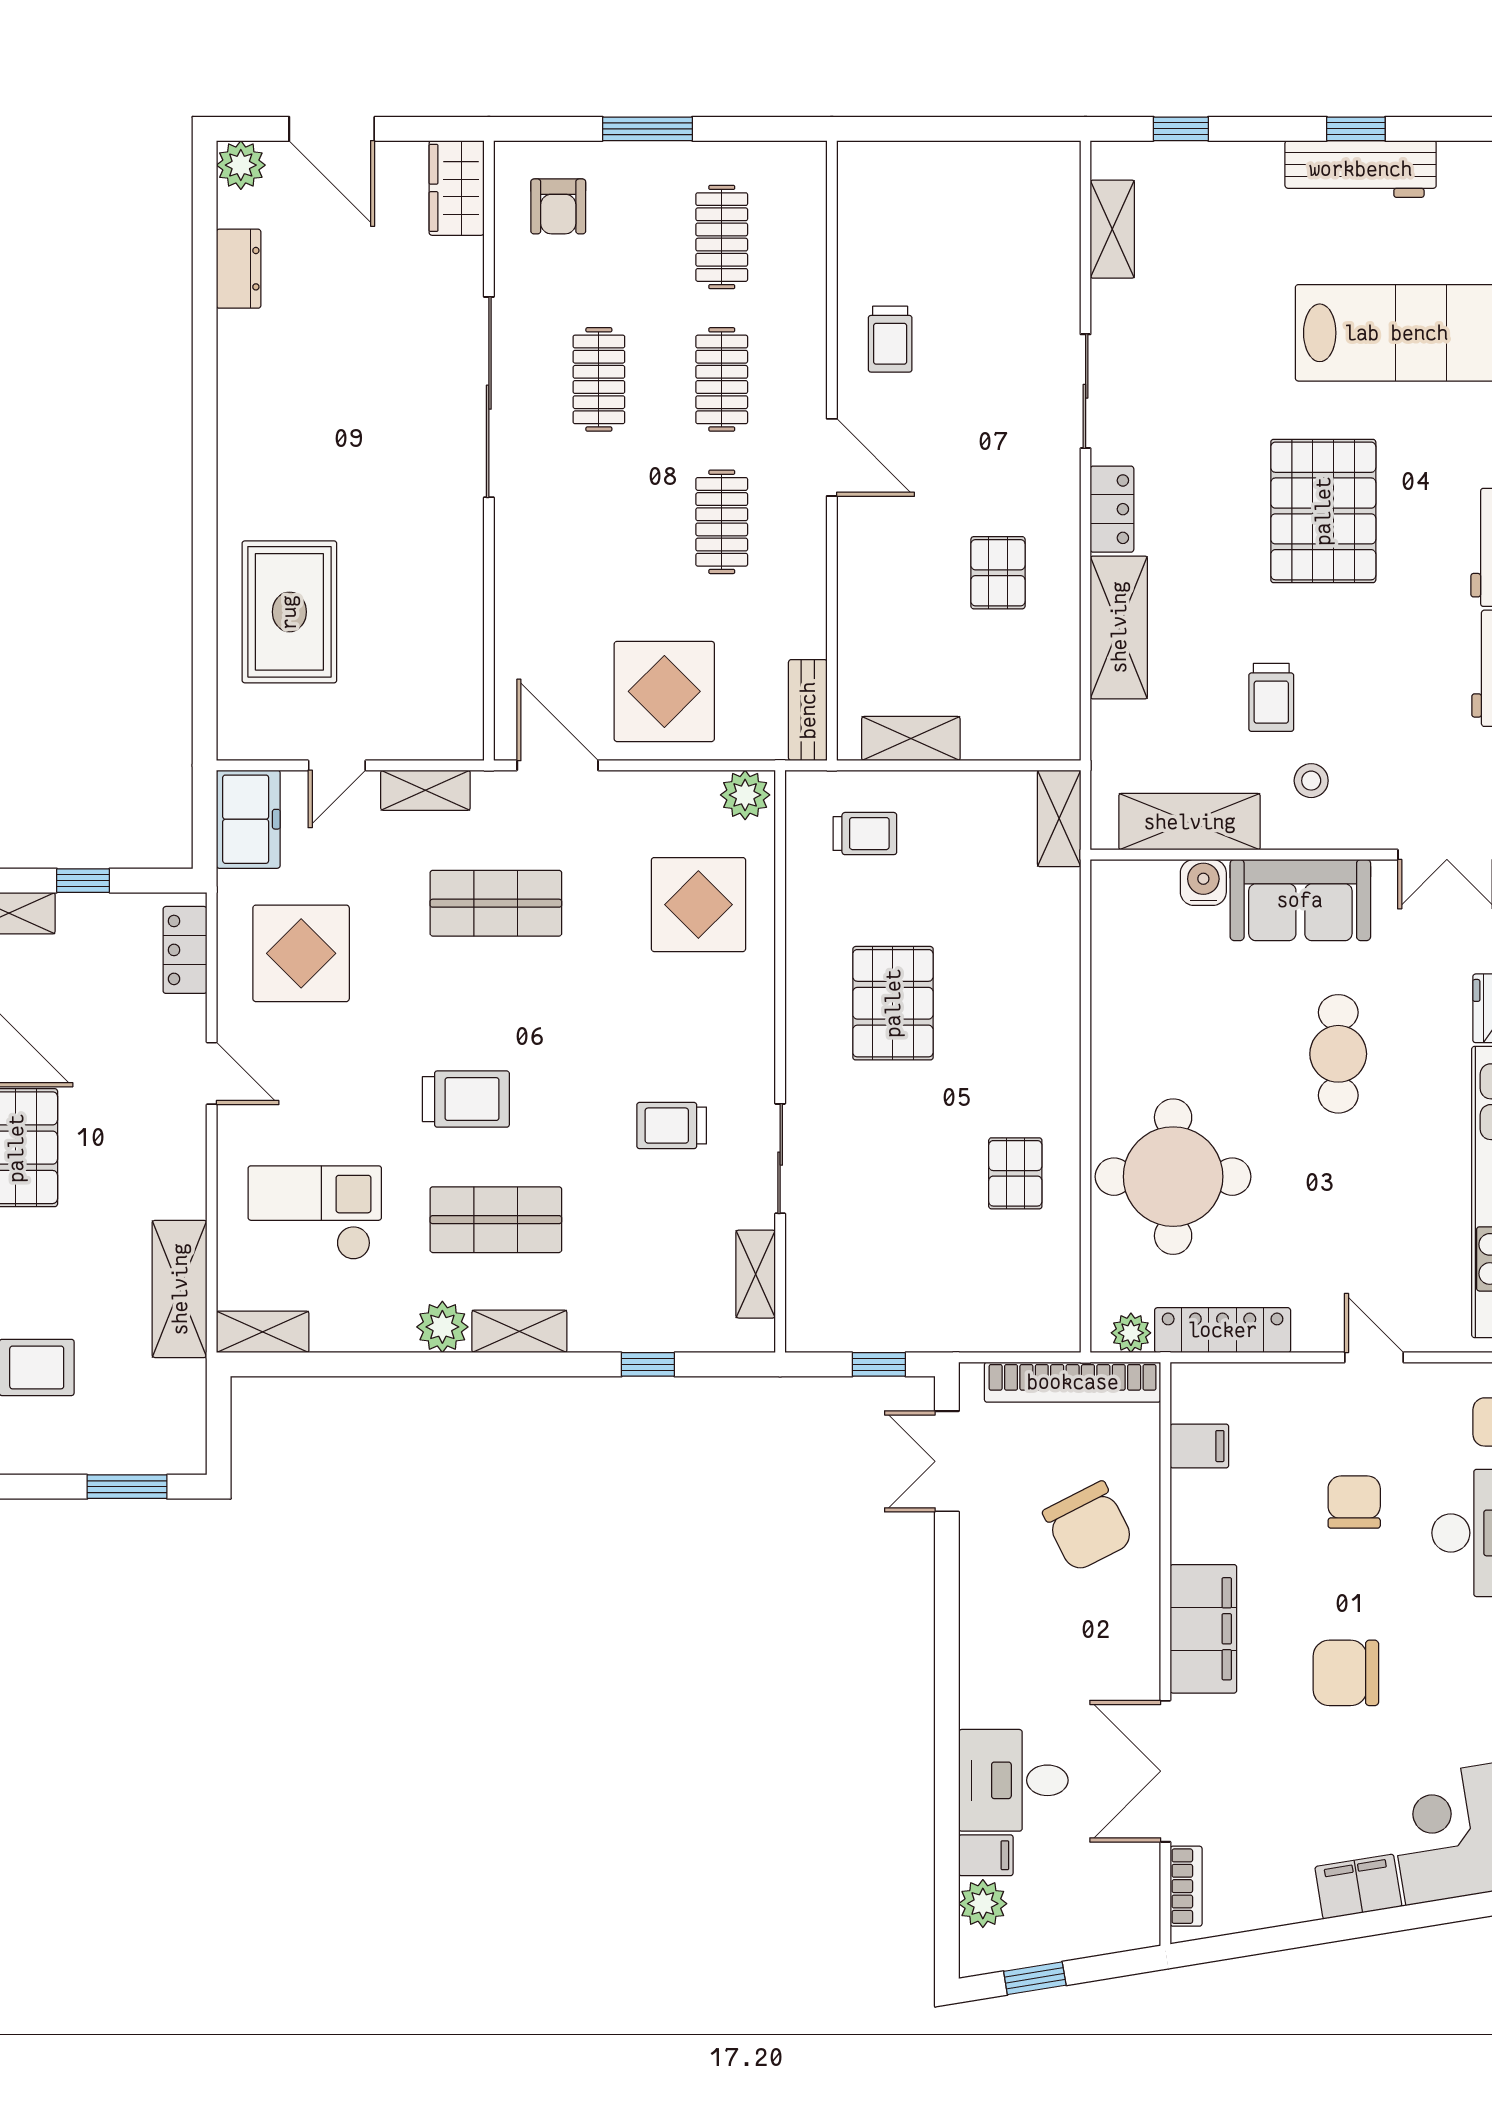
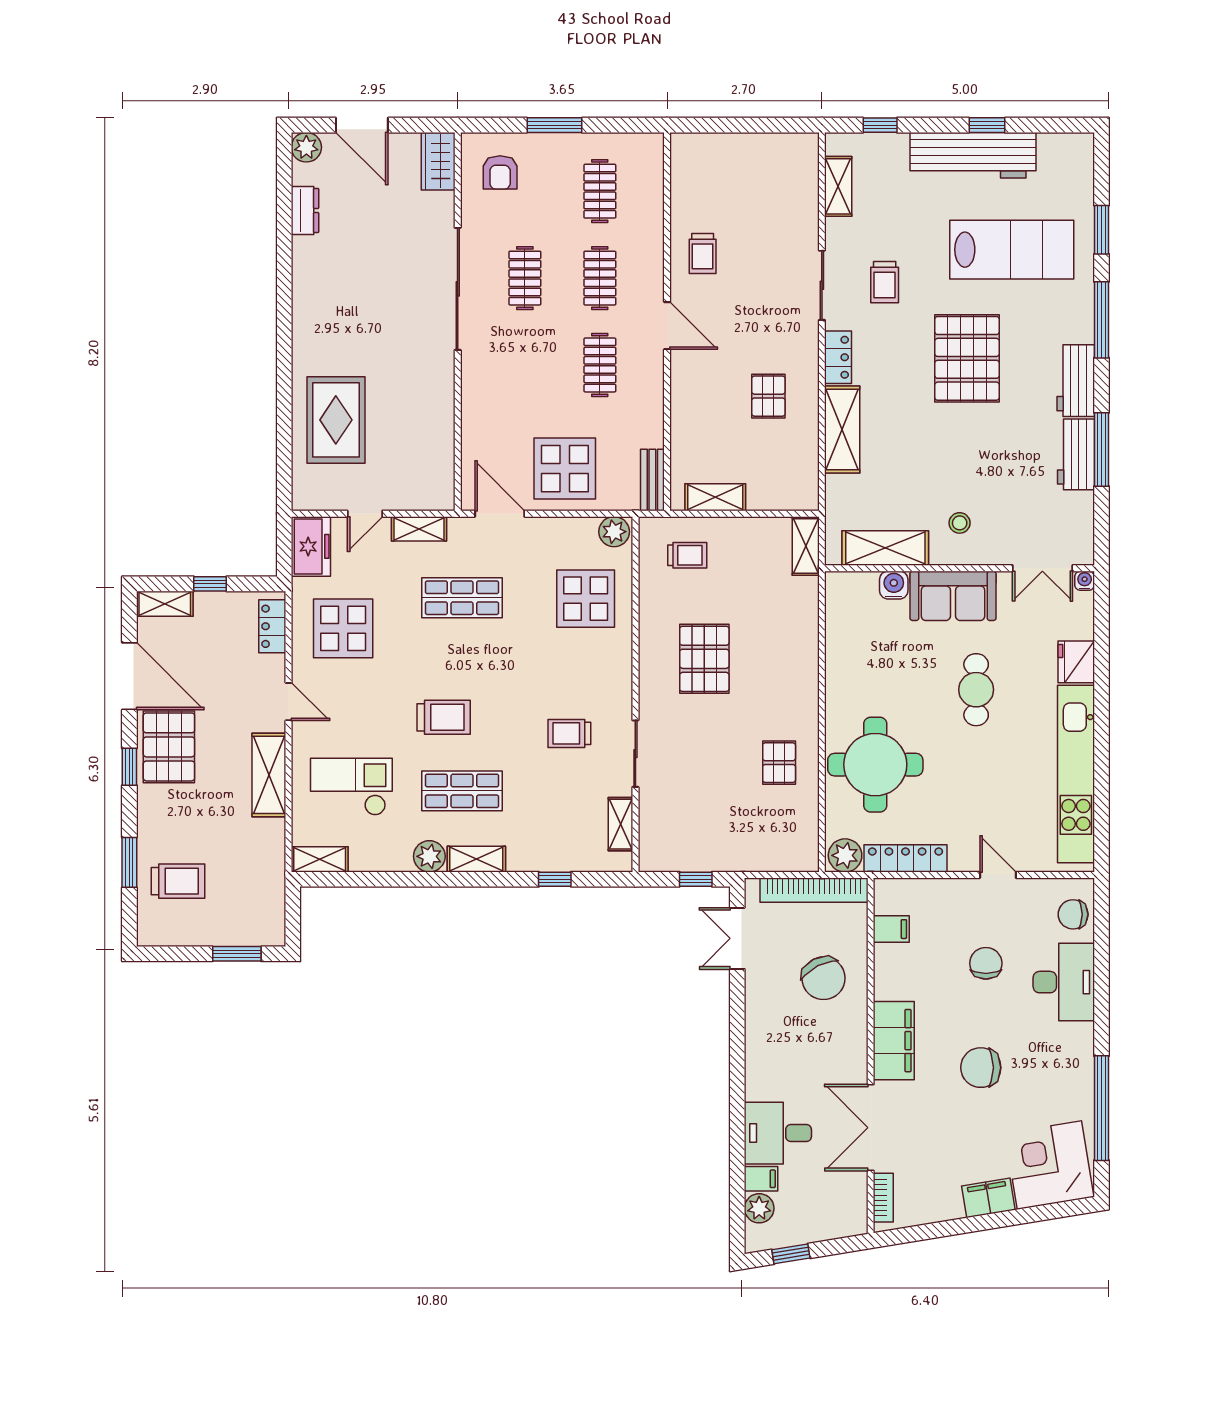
workbench: (1361, 169) -> (973, 155), width x1.36, depth x1.32
trolley: (1271, 697) -> (885, 282), moved
shelving: (180, 1289) -> (269, 775), moved
plant: (1131, 1333) -> (845, 855), width x1.38, depth x1.38

